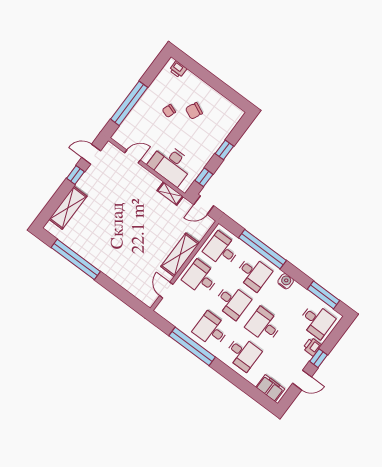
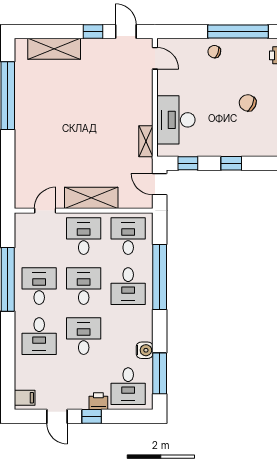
window: (129, 103) -> (238, 32), moved
chair: (169, 111) -> (214, 52), moved
door: (132, 156) -> (155, 58), moved
water cooler: (286, 281) -> (145, 350), moved
desk: (232, 302) -> (84, 286), turned 180
filing cabinet: (270, 388) -> (25, 398), width x0.50

